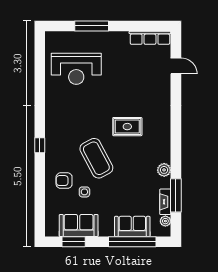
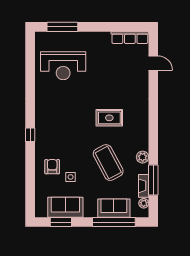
window: (92, 26) -> (62, 27), moved
coffee table: (96, 158) -> (108, 163), moved
armchair: (64, 181) -> (52, 167), turned 90

